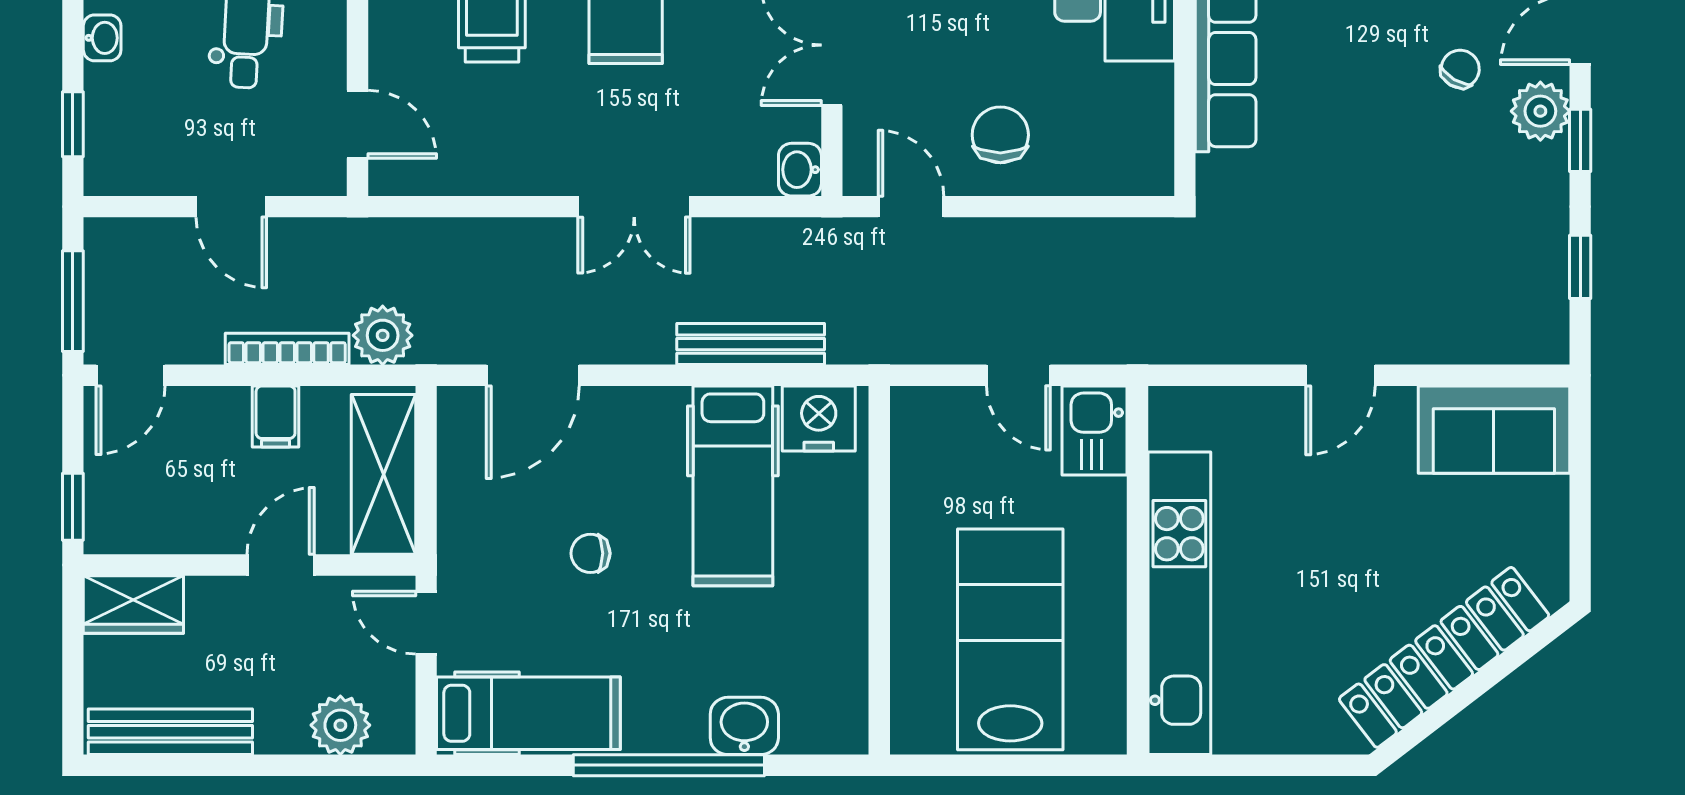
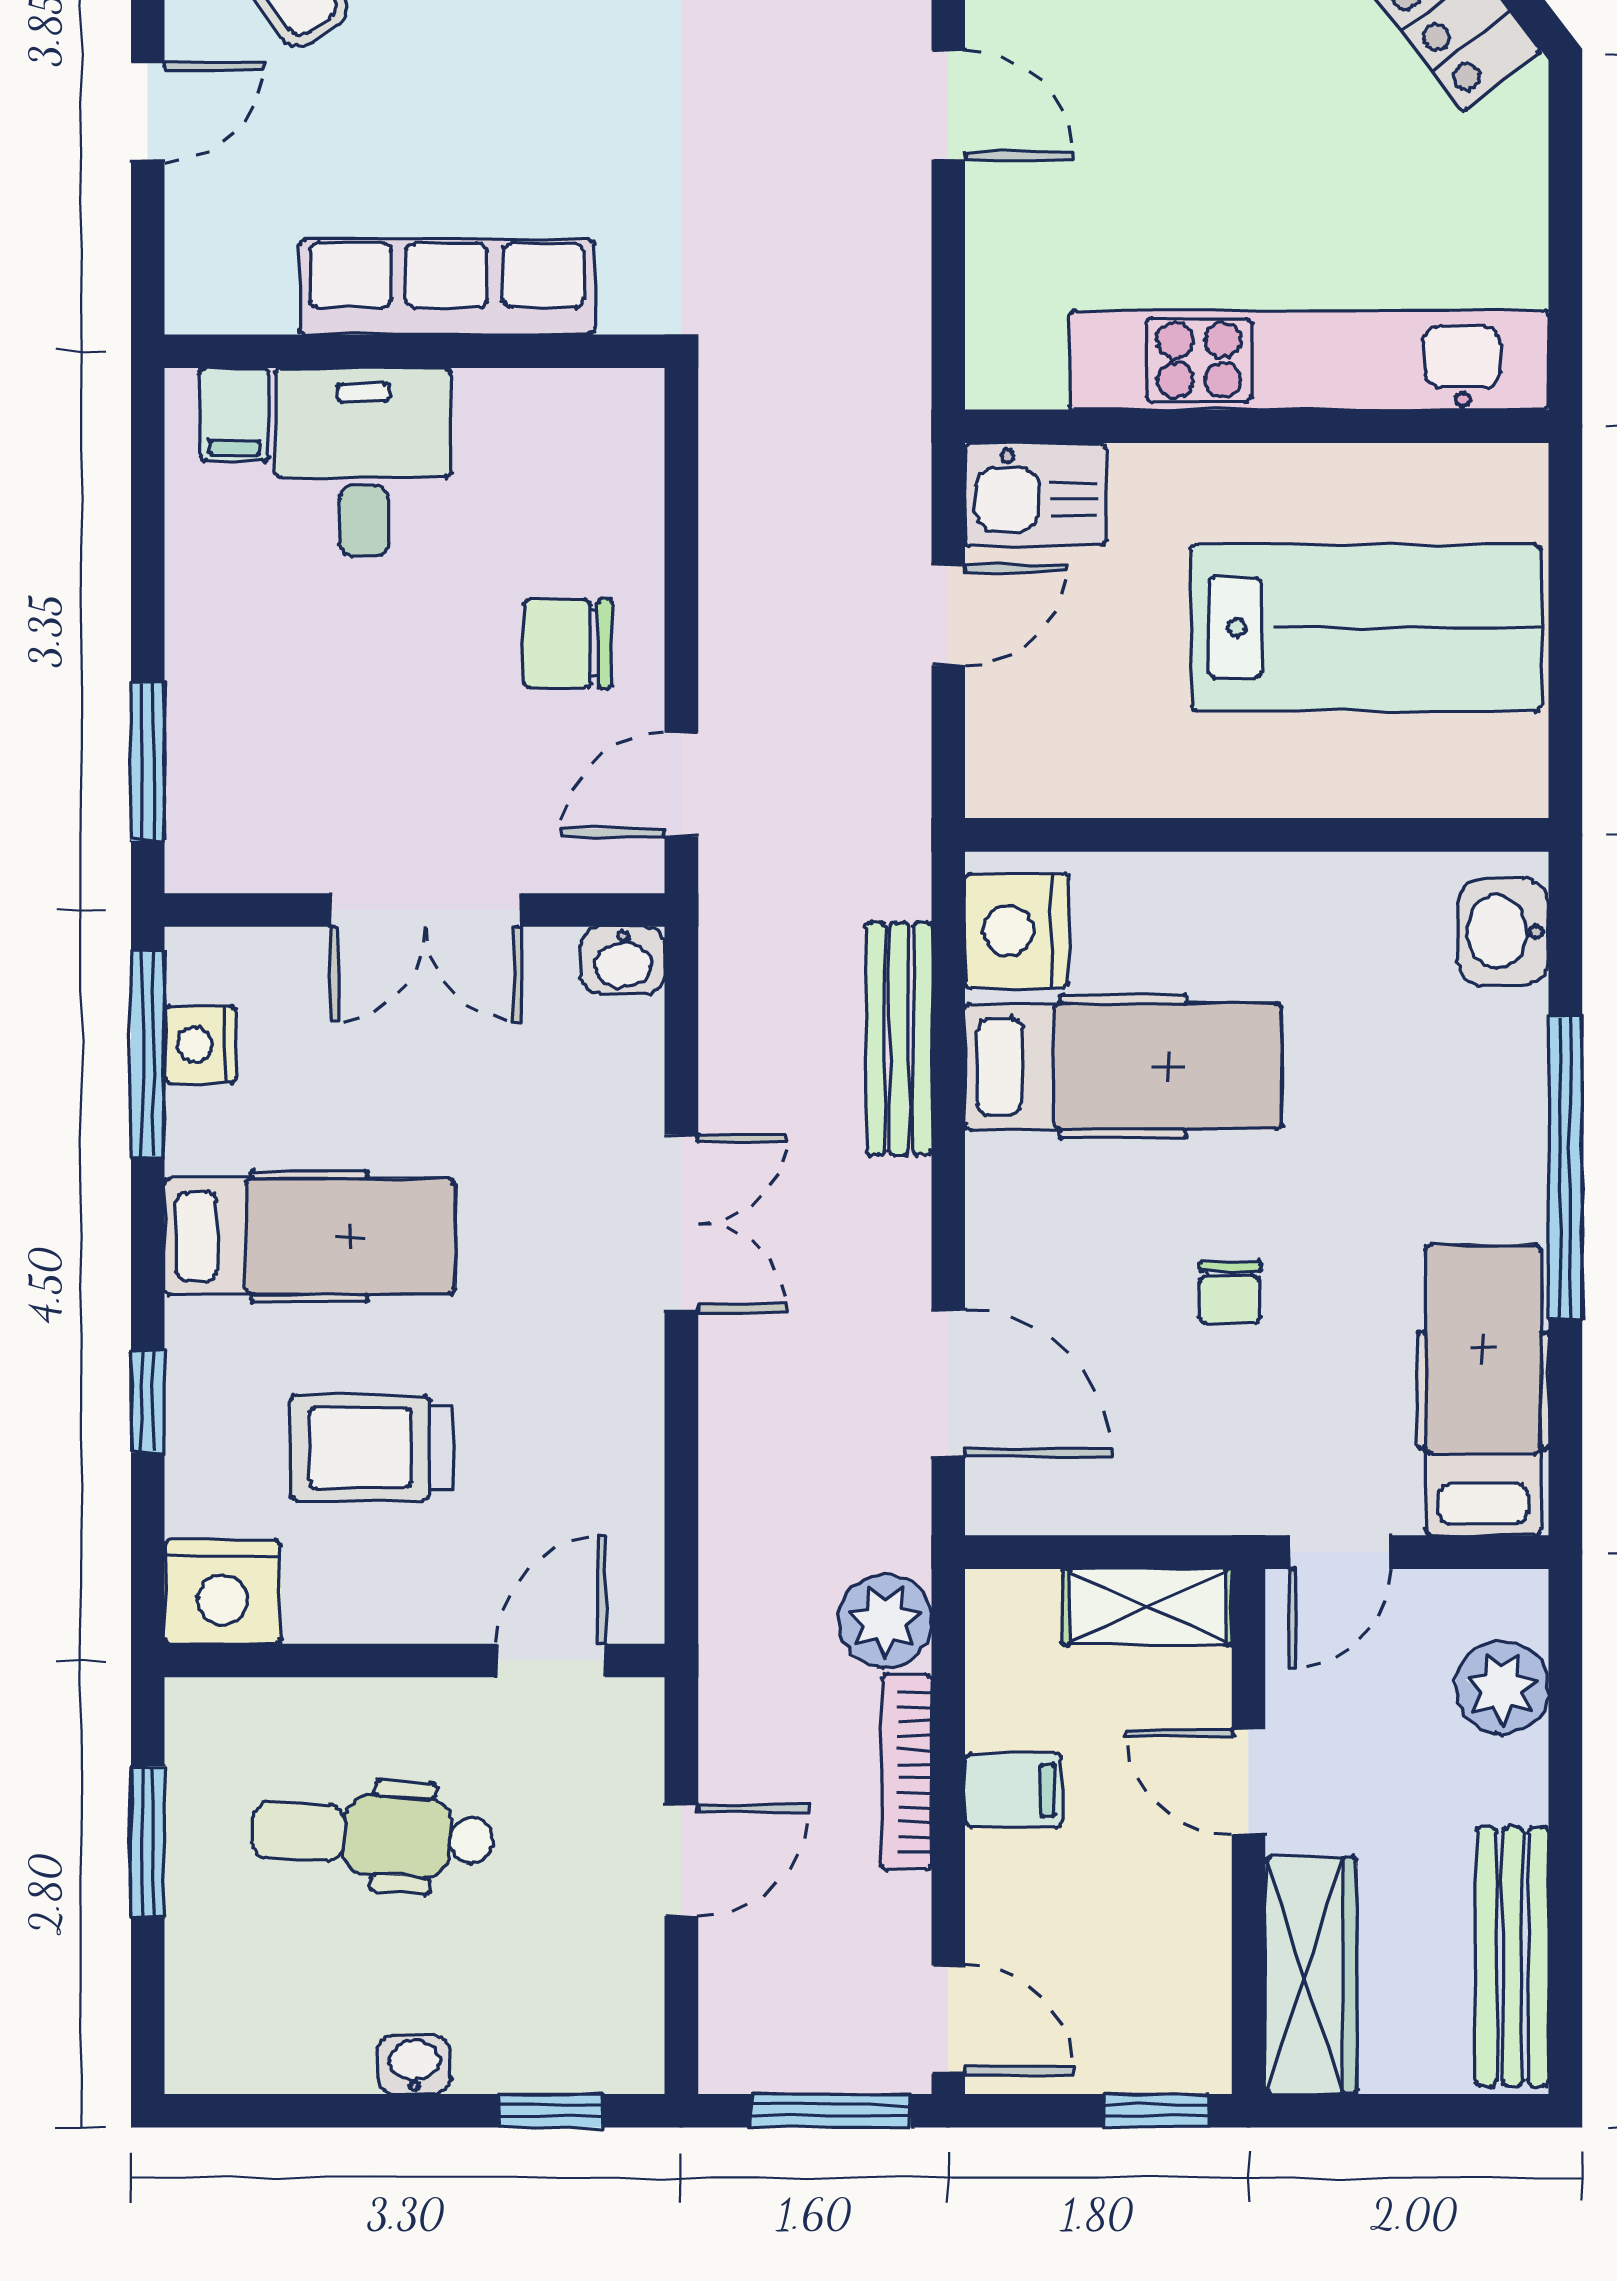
shelving: (383, 474) -> (1147, 1607), width x0.67, depth x0.75
wardrobe: (133, 604) -> (1311, 1976), width x1.50
lab bench: (1010, 639) -> (1366, 628), turned 180
washbasin: (744, 726) -> (1503, 932), moved

